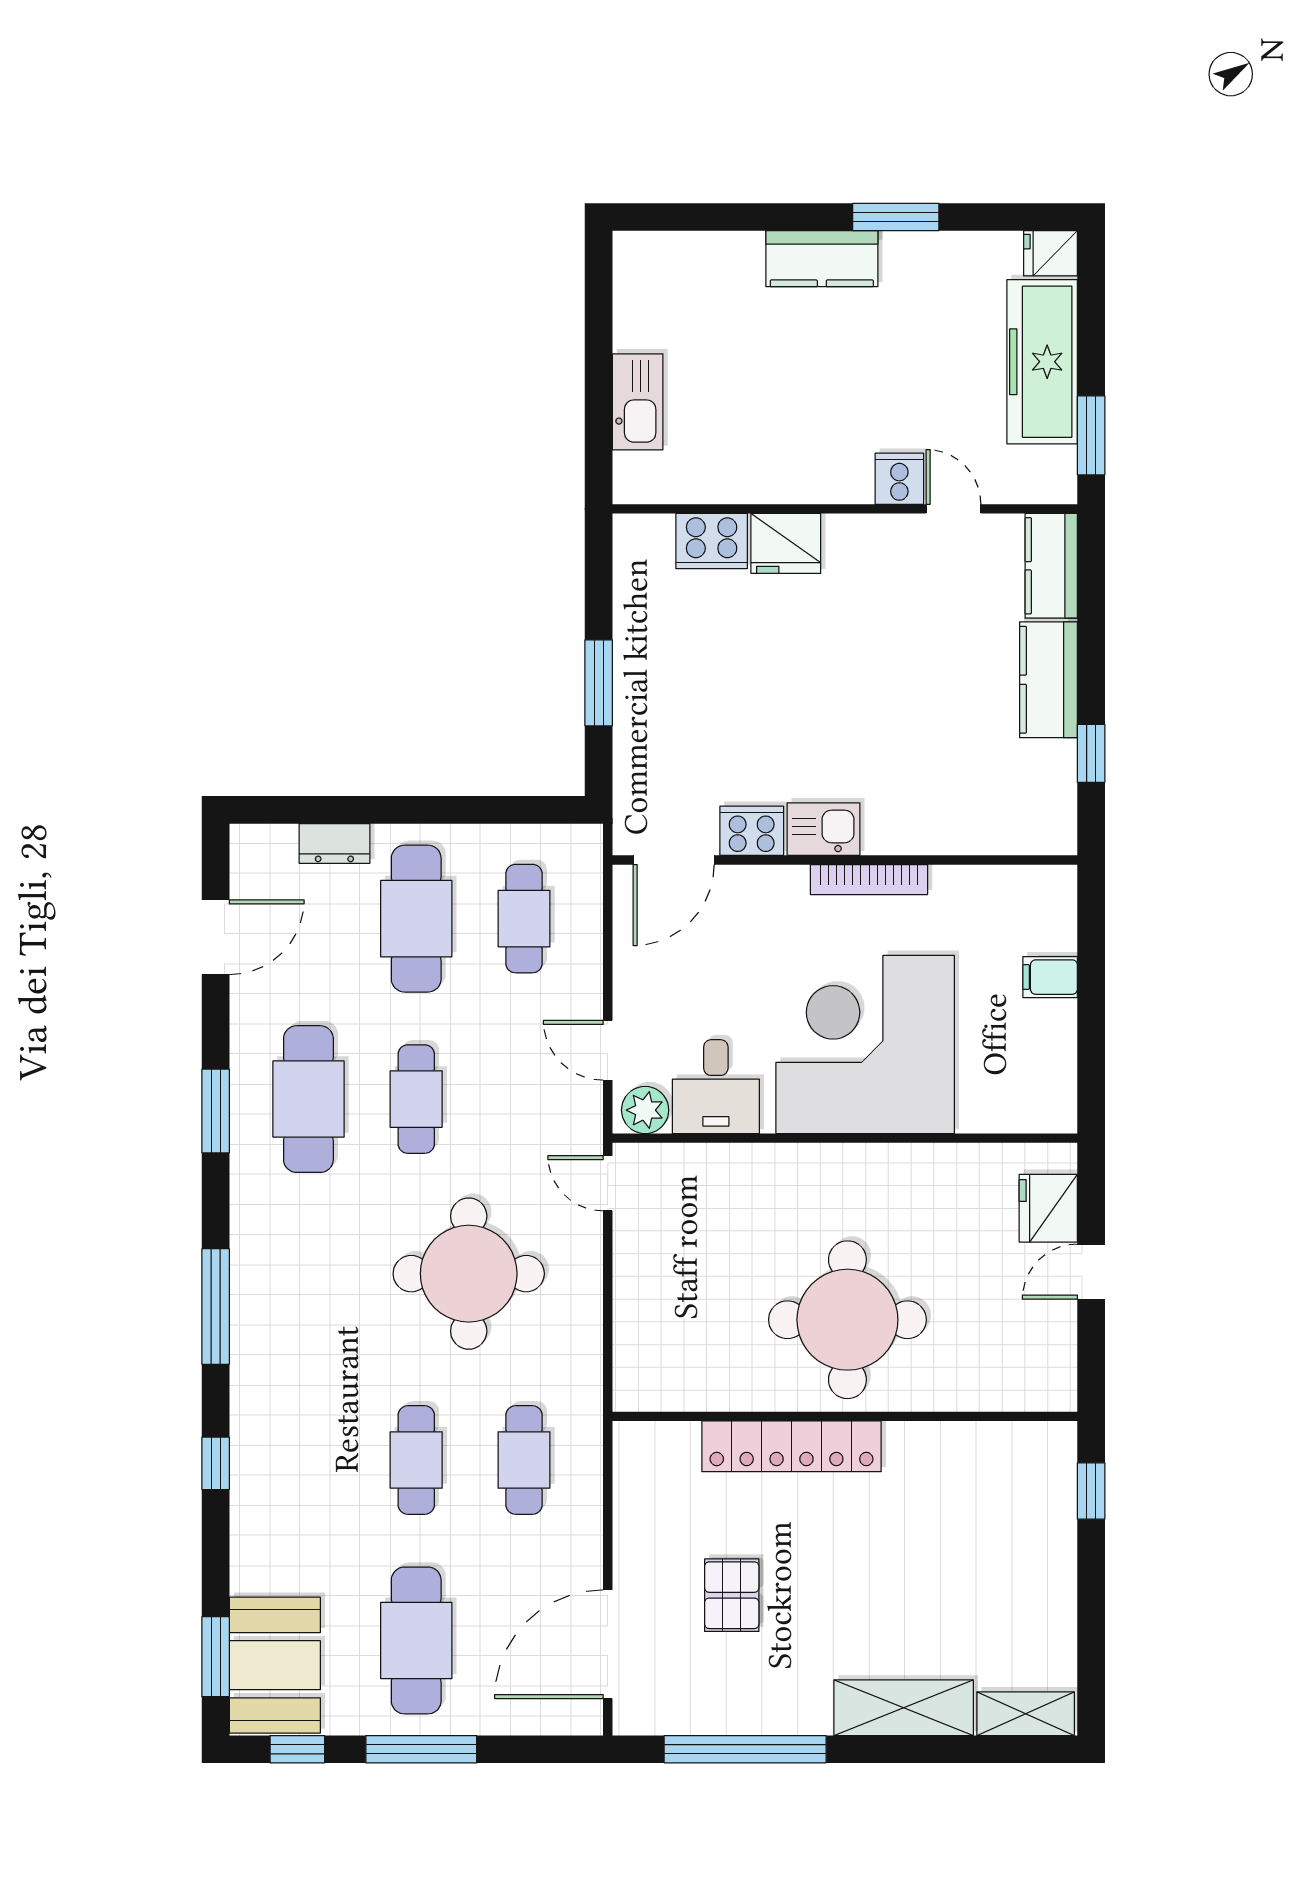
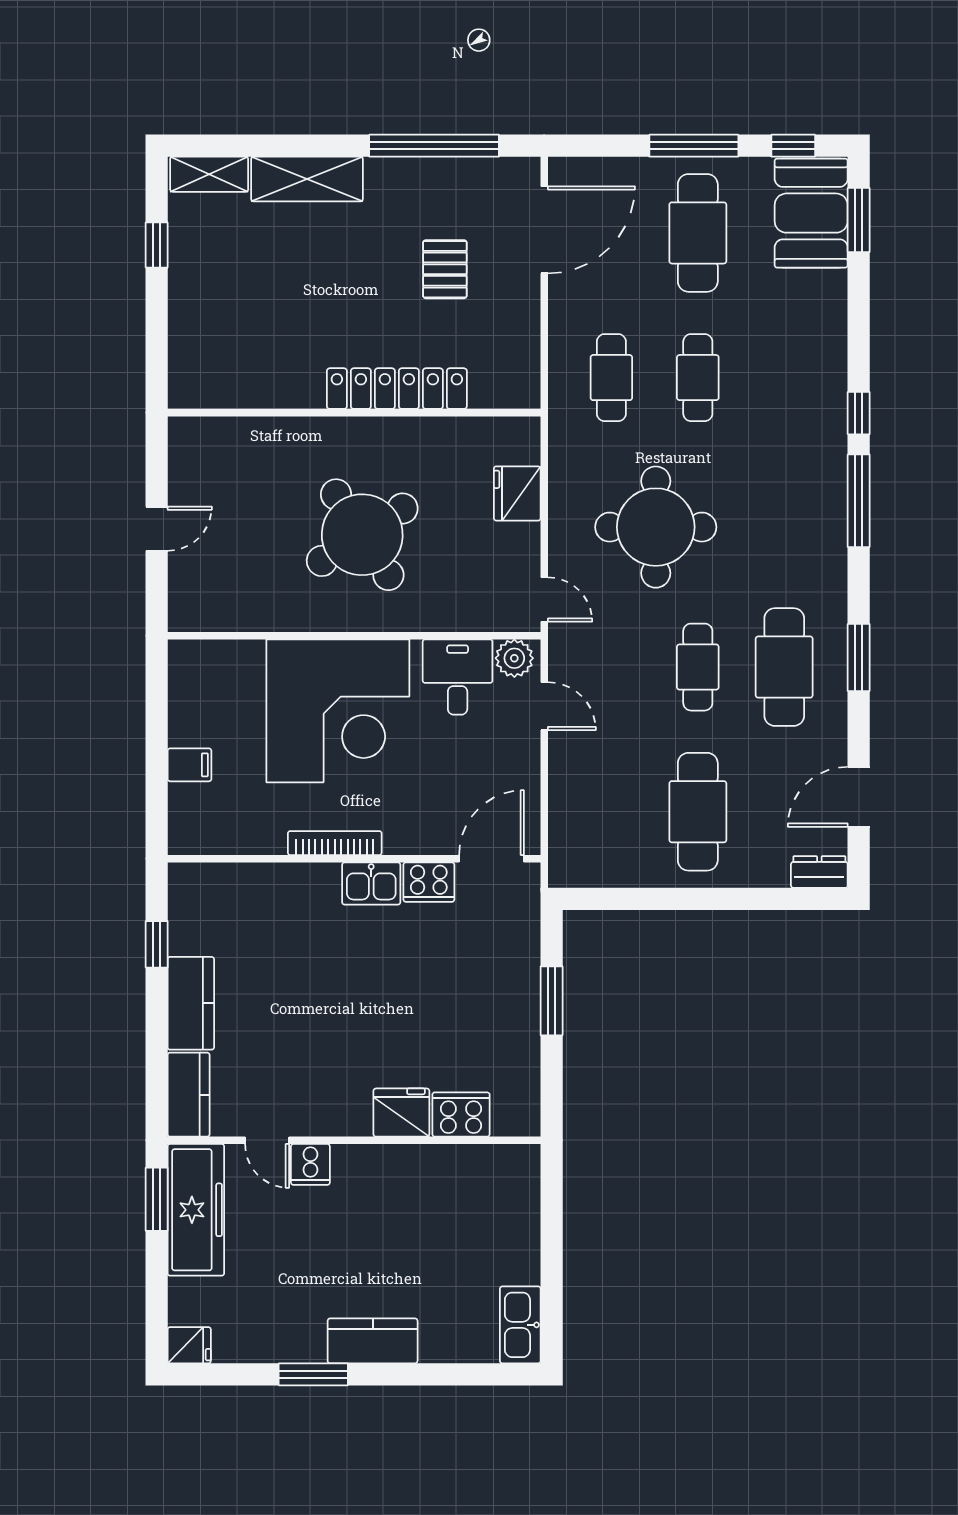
freezer: (1042, 362) -> (196, 1210), moved
kitchen sink: (638, 402) -> (520, 1325), moved
dresser: (334, 843) -> (819, 872), moved
cafe table: (524, 919) -> (611, 812), removed
fridge: (1048, 1208) -> (517, 493), moved, turned 180
round table: (847, 1320) -> (362, 535), moved, turned -33
window: (216, 1463) -> (859, 413), moved
window: (1091, 1491) -> (157, 245), moved

